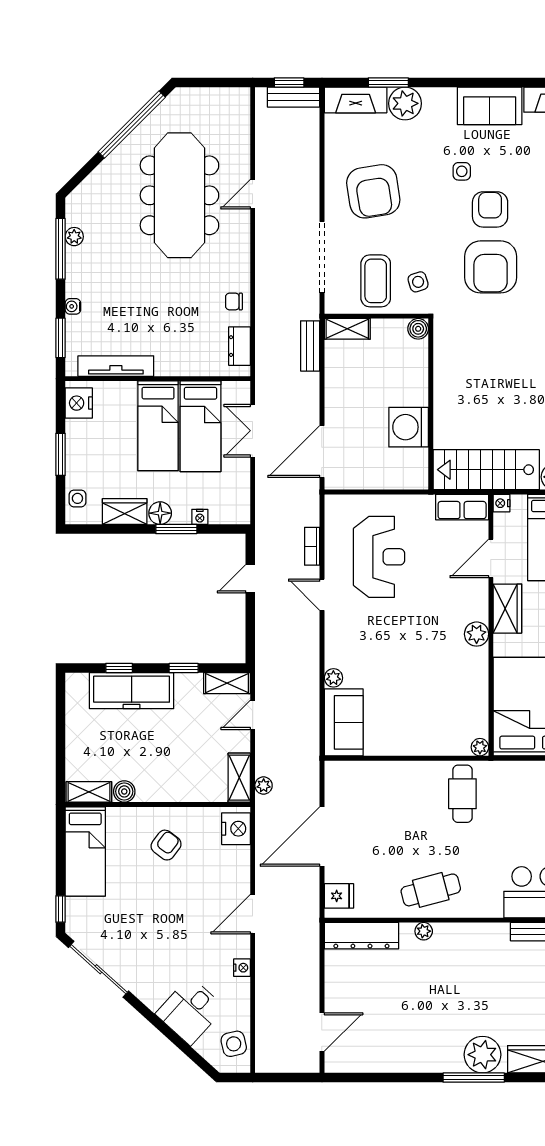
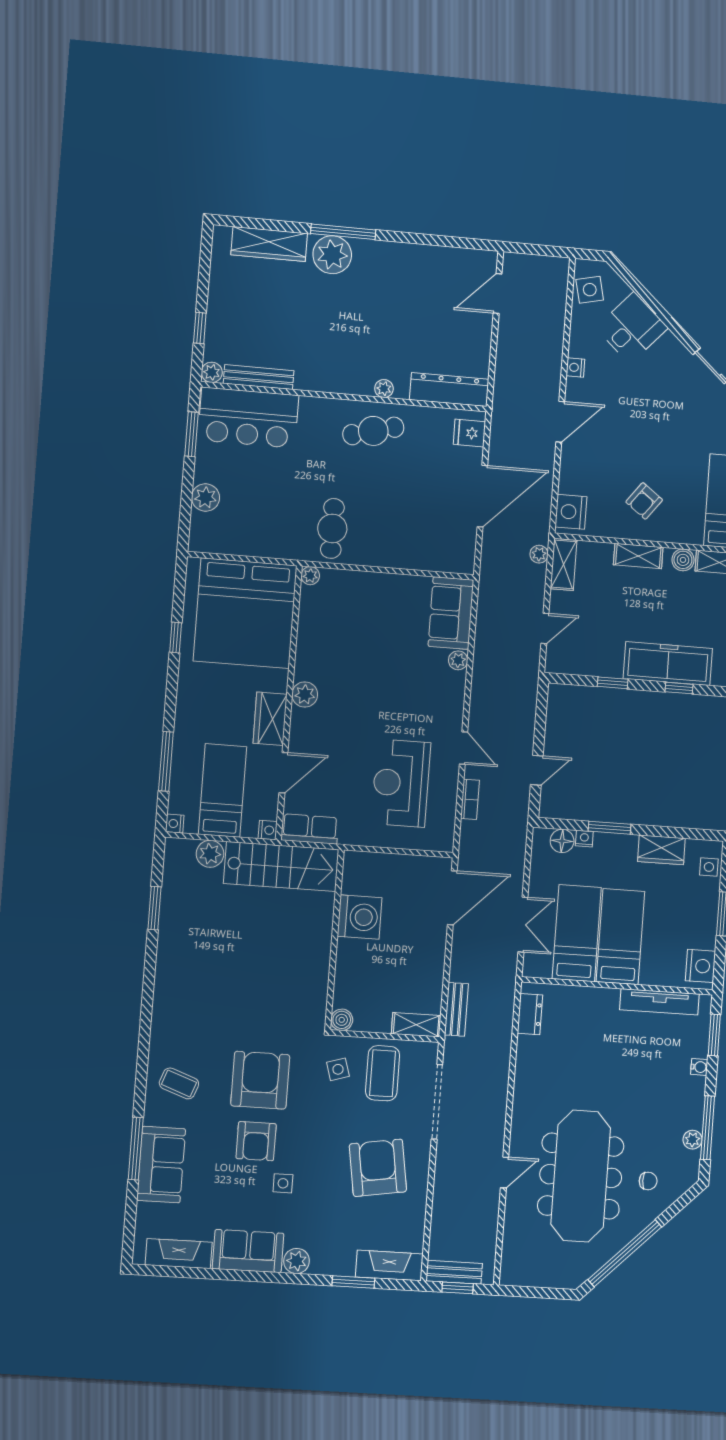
plant: (405, 103) -> (297, 1261), moved, width x0.73, depth x0.73
chair: (234, 302) -> (648, 1181), moved
floor lamp: (160, 513) -> (562, 841), moved
shelving: (227, 683) -> (638, 556), moved

